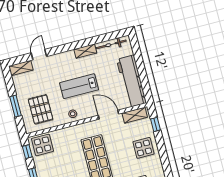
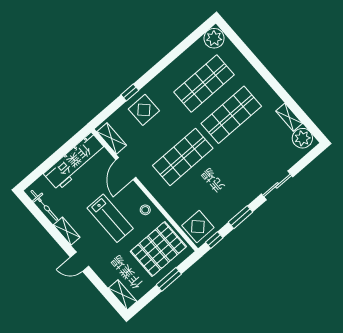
door: (39, 55) -> (79, 262), moved
pallet: (41, 109) -> (158, 249), width x1.37, depth x1.41
window: (156, 124) -> (130, 93), moved

